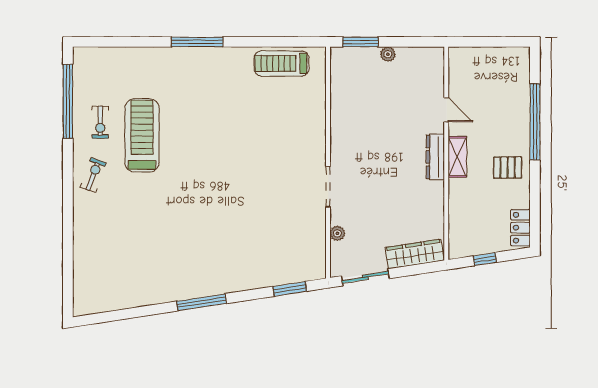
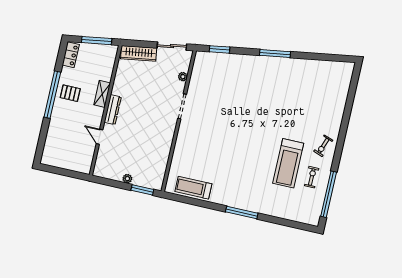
treadmill: (282, 63) -> (193, 188), turned 180
window: (535, 122) -> (52, 95), moved
shelving: (457, 157) -> (102, 94), moved
window: (485, 259) -> (97, 41), width x2.17

